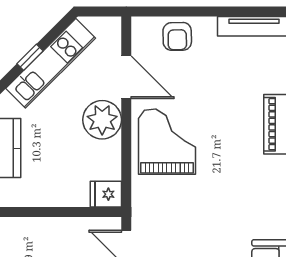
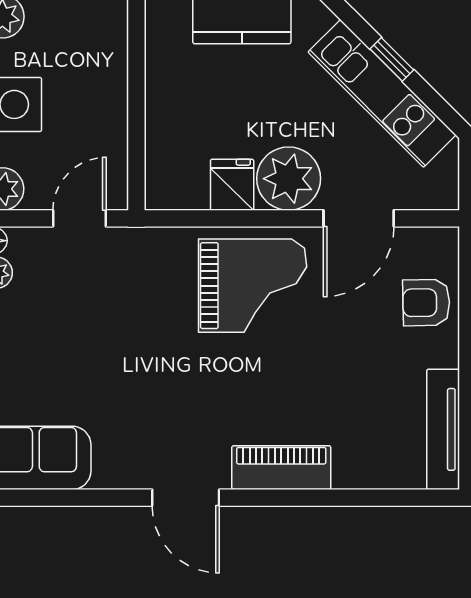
fridge: (106, 194) -> (232, 185), moved

